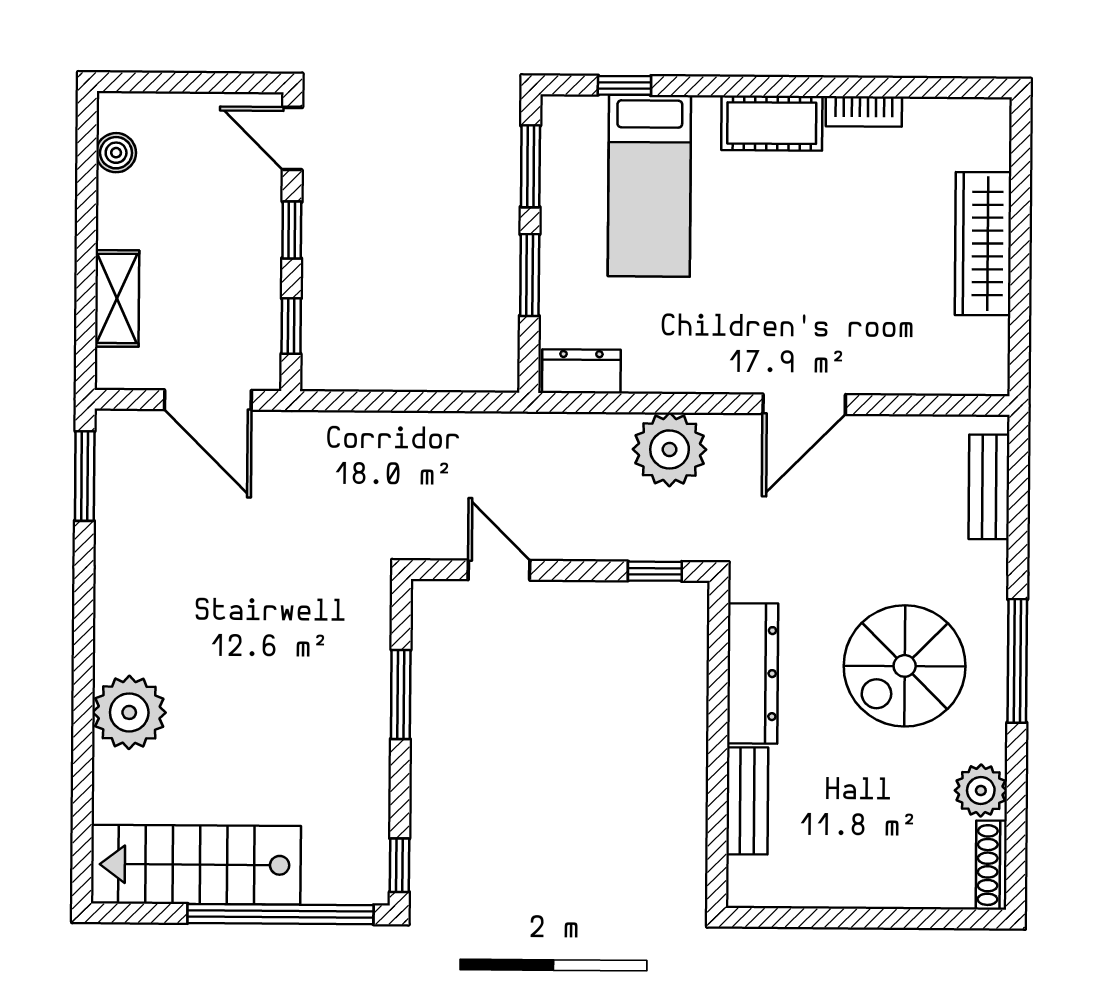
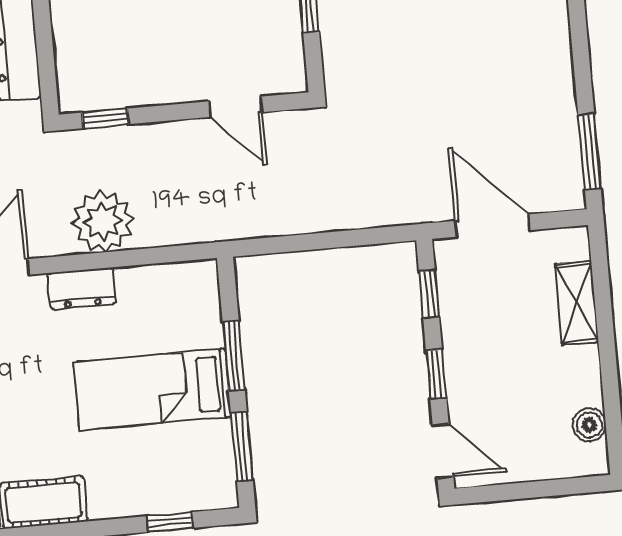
bed: (649, 186) -> (152, 389), moved, turned -90
dresser: (581, 371) -> (82, 289), moved

